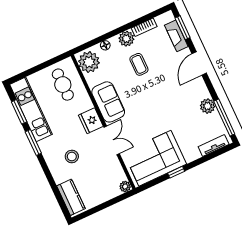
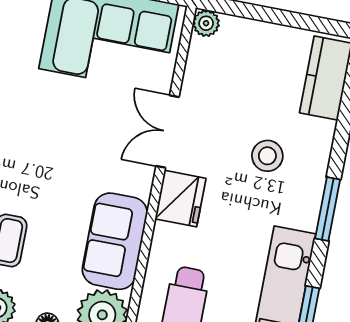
sofa: (108, 102) -> (115, 241), moved
window: (33, 142) -> (328, 209), moved

